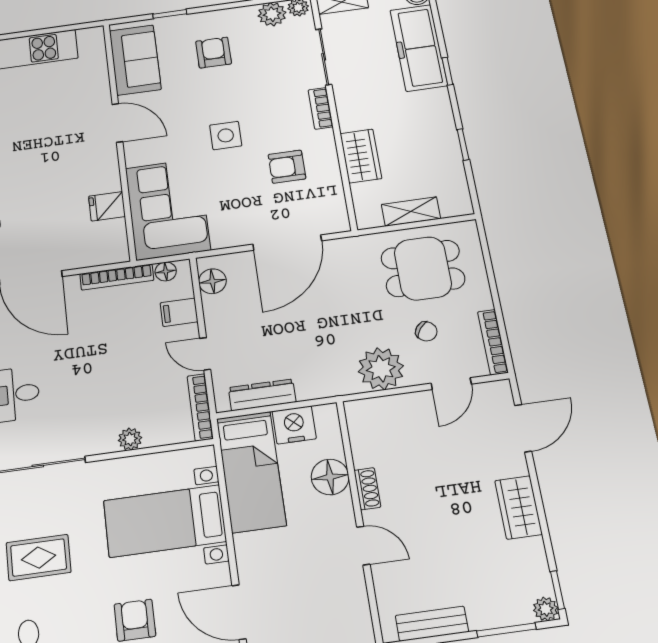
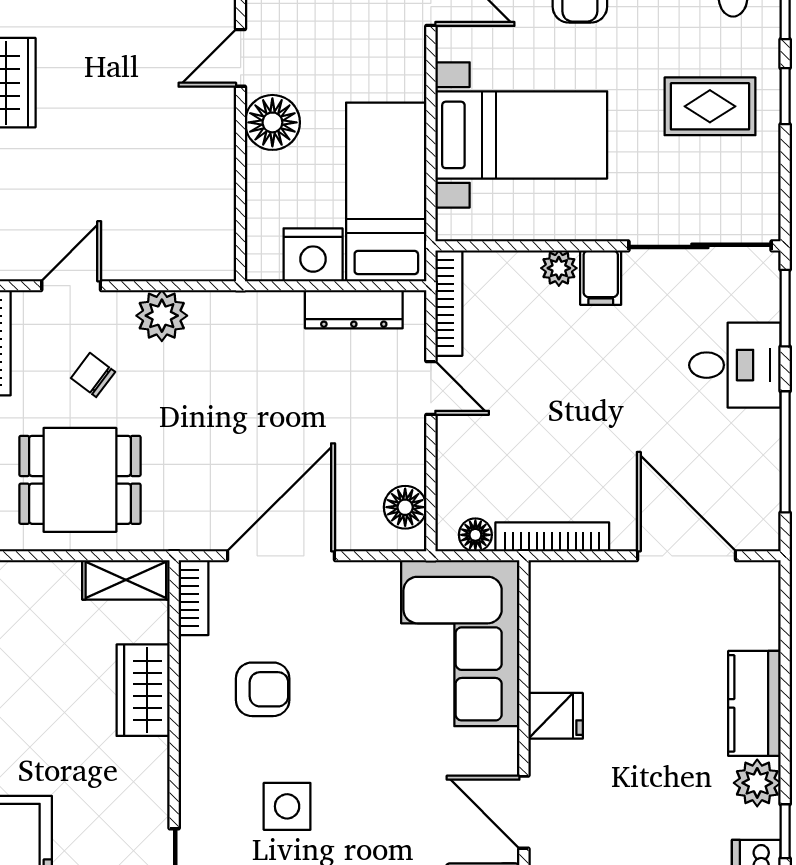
bookcase: (321, 108) -> (194, 598), moved
side table: (226, 135) -> (287, 806), moved
fridge: (107, 206) -> (556, 716), moved
shelving: (411, 212) -> (126, 580), moved
filing cabinet: (179, 312) -> (601, 278), moved, turned 90
plant: (381, 369) -> (162, 316), width x0.73, depth x0.73
floor lamp: (330, 477) -> (272, 122), moved
shoe rack: (367, 489) -> (221, 142), removed
door: (363, 546) -> (241, 58), hinge flipped

